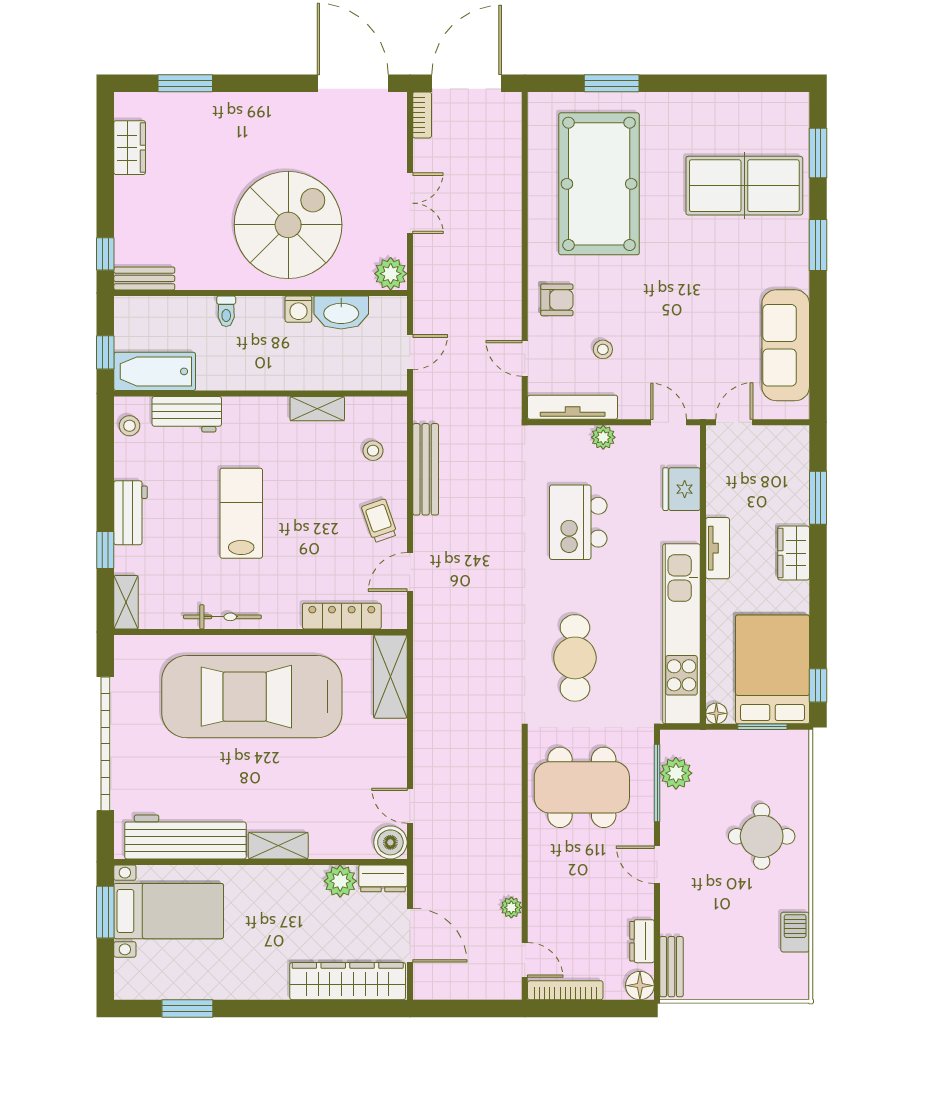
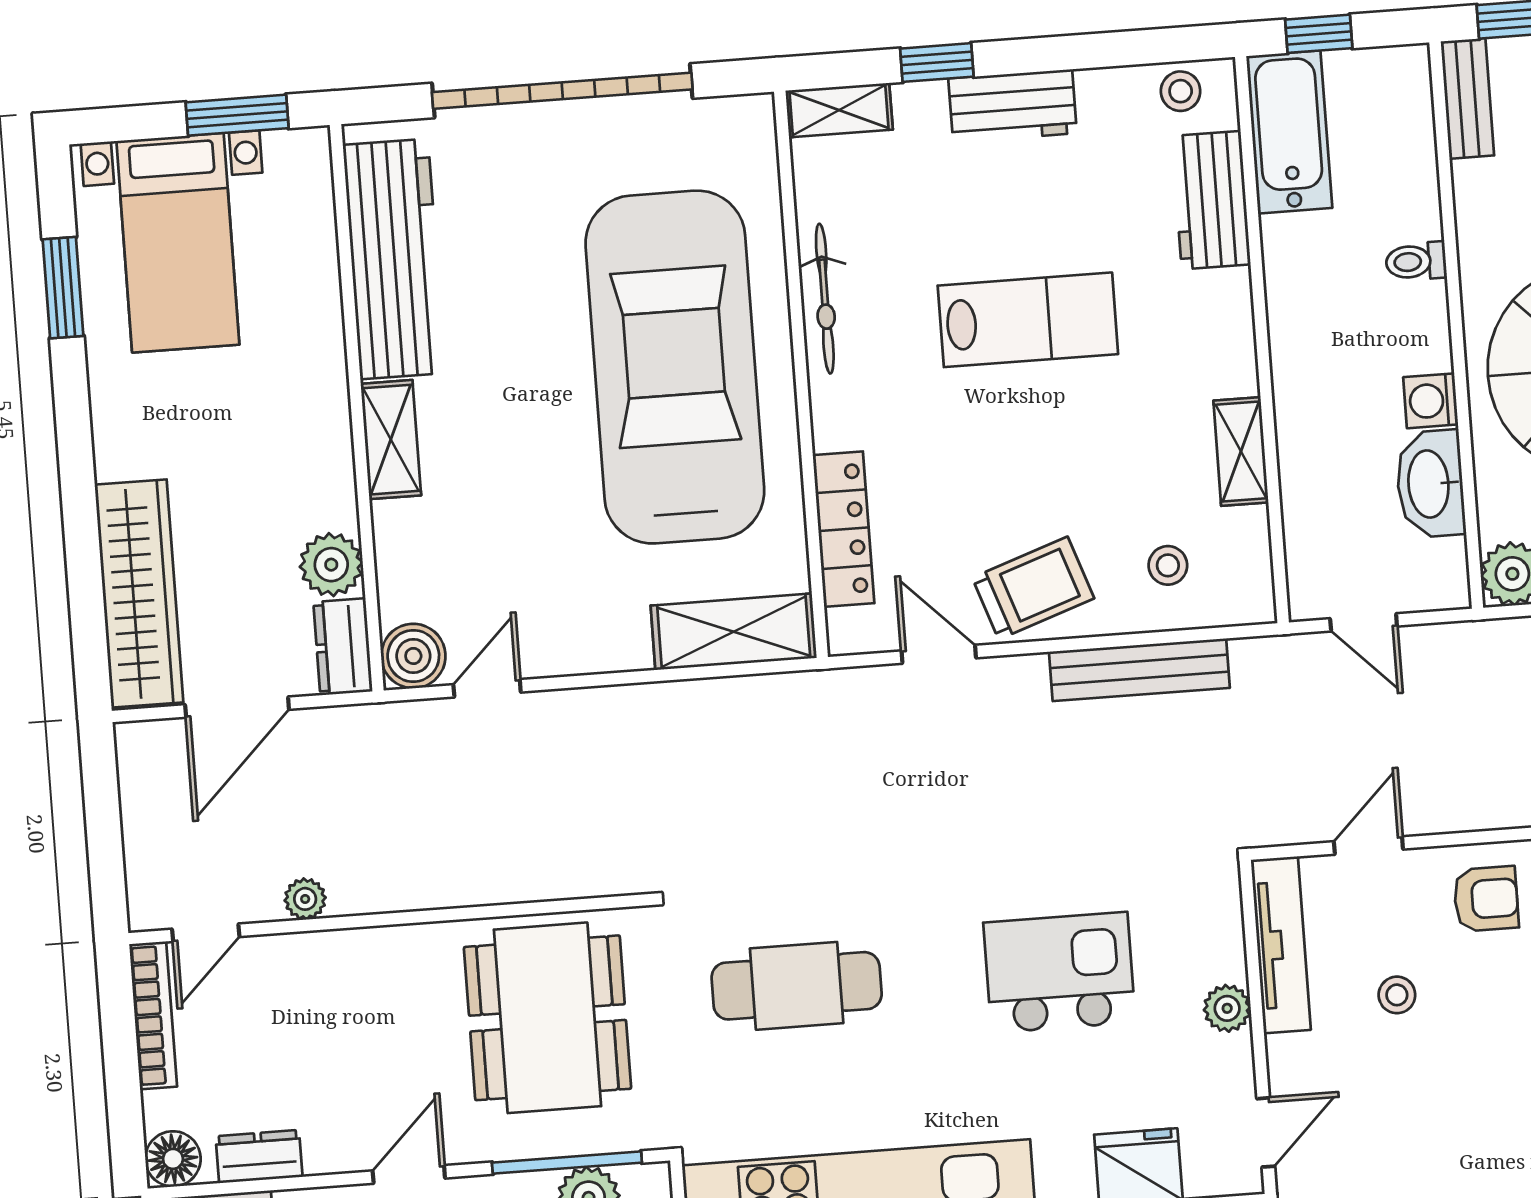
armchair: (557, 300) -> (1486, 899), turned -90
trolley: (379, 521) -> (1033, 588), width x1.36, depth x1.39
bed with nightstands: (169, 911) -> (178, 243), moved

